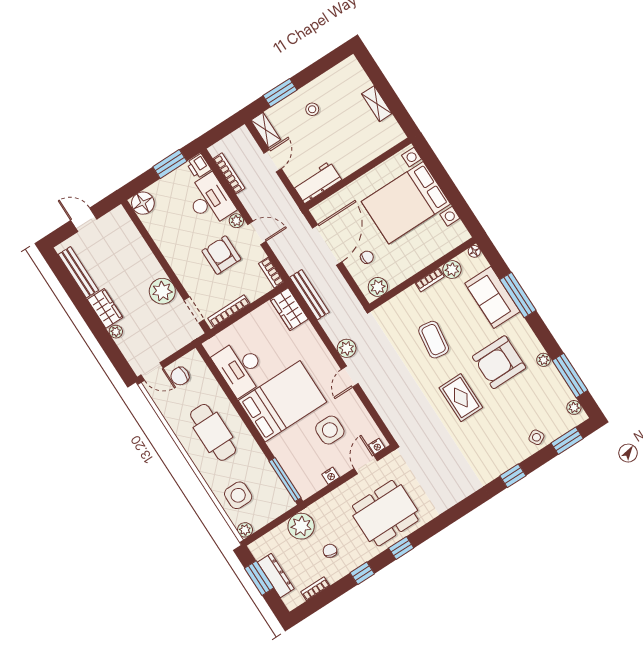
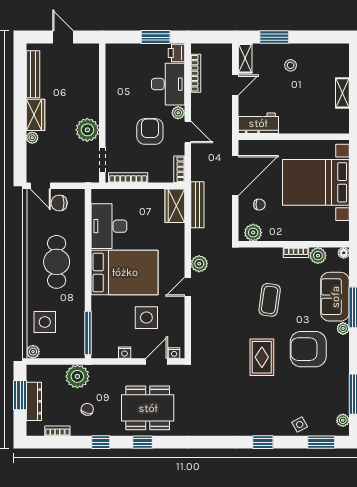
floor lamp: (143, 203) -> (116, 53), removed
plant: (544, 360) -> (343, 328), moved

